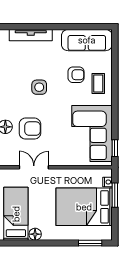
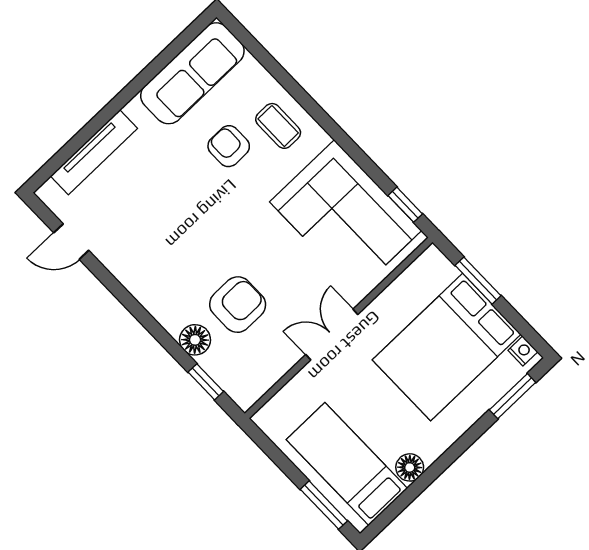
armchair: (76, 75) -> (229, 146), turned -90
side table: (39, 87) -> (188, 223), removed
double door: (34, 167) -> (332, 334), moved
nightstand: (107, 182) -> (523, 351), moved

